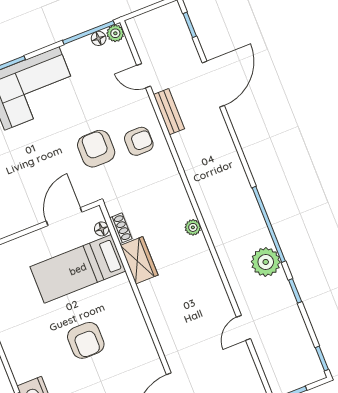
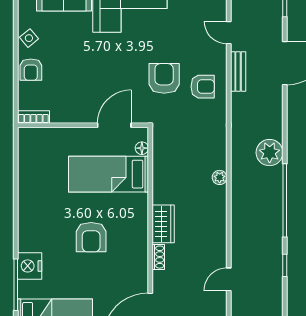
shoe rack: (121, 228) -> (158, 257), moved
wardrobe: (139, 260) -> (163, 224), moved
plant: (266, 262) -> (270, 153), moved

